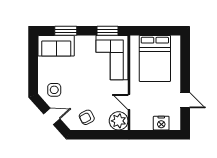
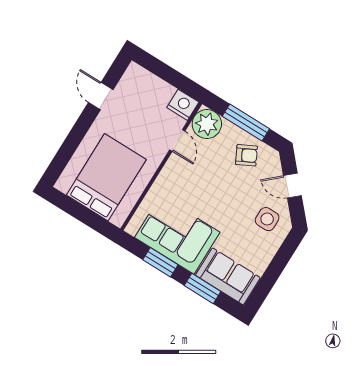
window: (108, 31) -> (160, 262), moved
corner sofa: (112, 58) -> (177, 235), moved, turned -90
nightstand: (161, 123) -> (183, 105), moved
window: (98, 135) -> (246, 122), added

